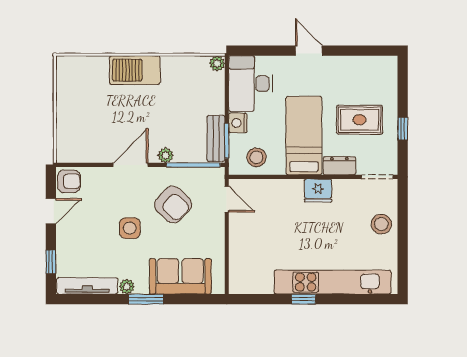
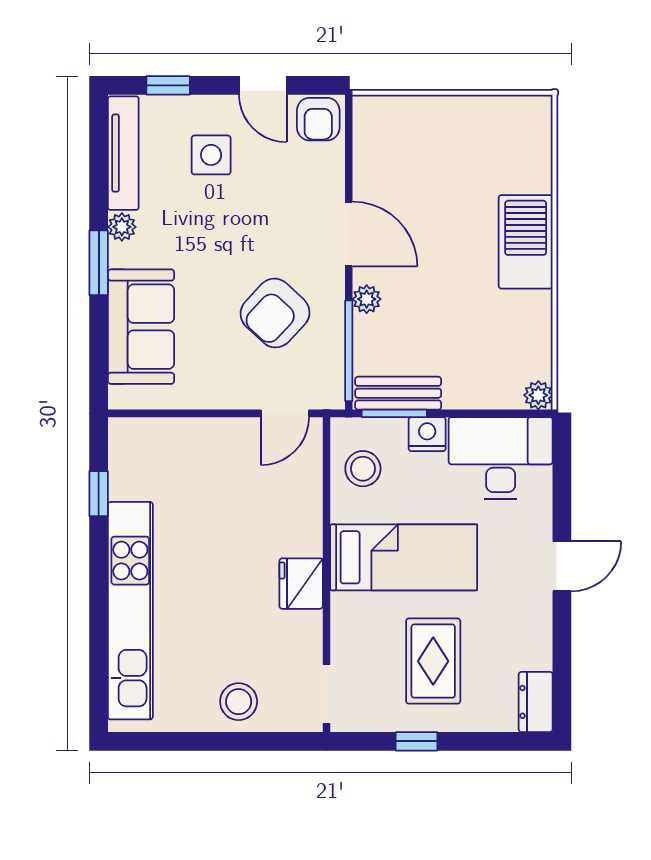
dresser: (339, 166) -> (536, 702), moved, turned 180
side table: (130, 228) -> (211, 155), moved
window: (304, 299) -> (99, 494), moved

